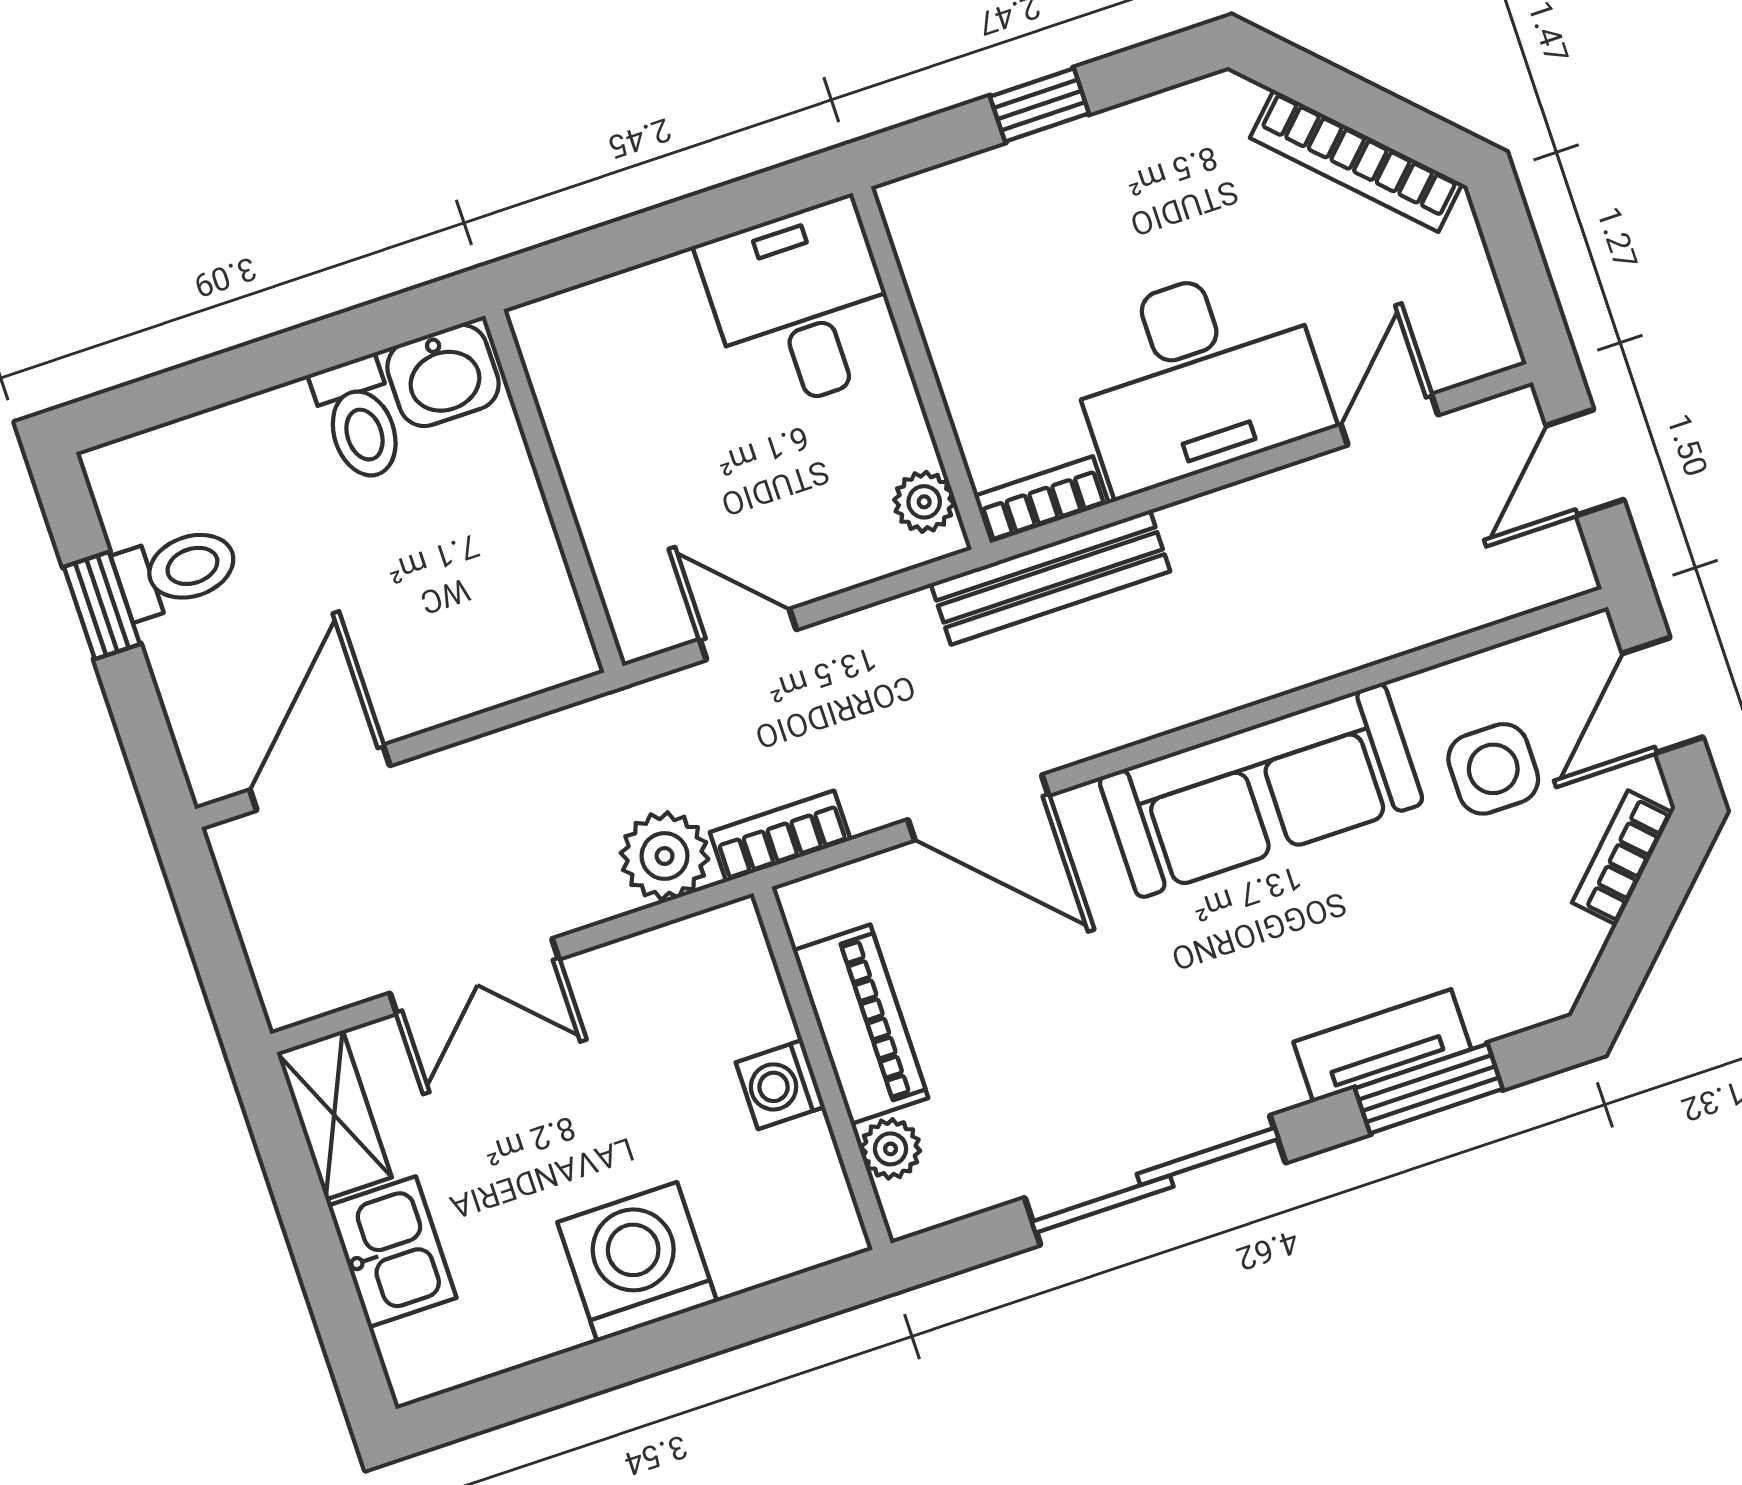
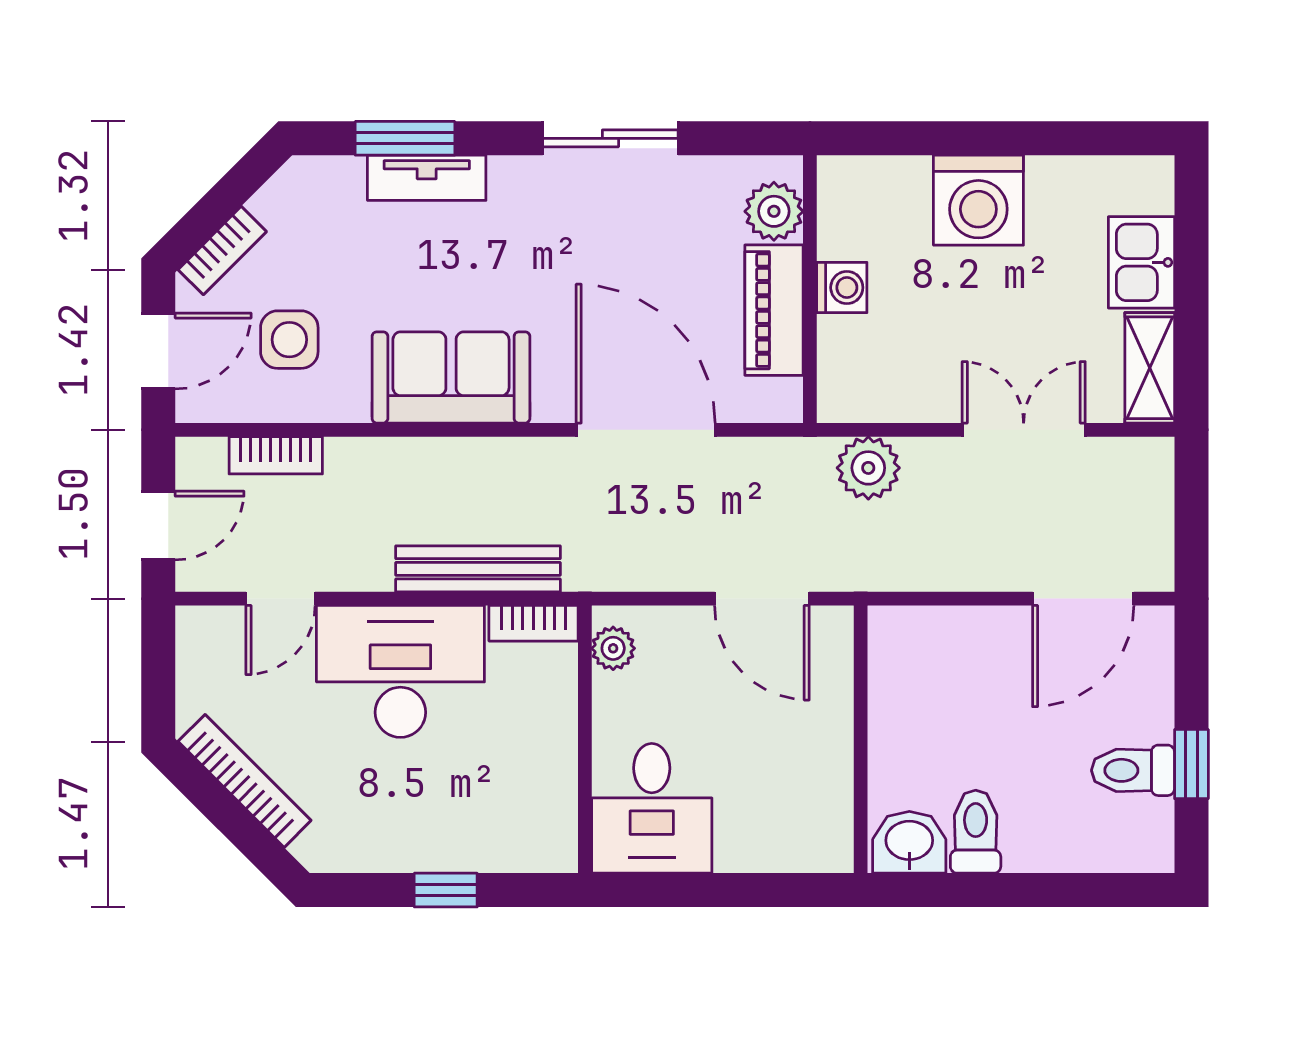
bench: (1050, 577) -> (478, 569), moved
door: (748, 634) -> (762, 599), width x1.38
sofa: (1261, 791) -> (451, 377), width x0.73
door: (978, 808) -> (646, 430), width x1.36
bookcase: (780, 836) -> (276, 455), moved
plant: (891, 1149) -> (774, 211), width x1.38, depth x1.38
sliding door: (1155, 1180) -> (610, 138), width x0.73

